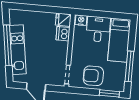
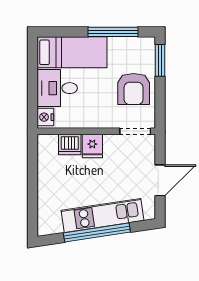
fridge: (63, 20) -> (92, 146), moved

